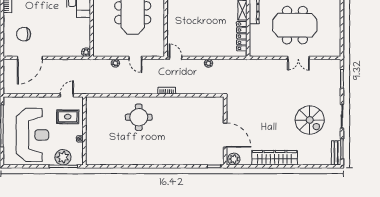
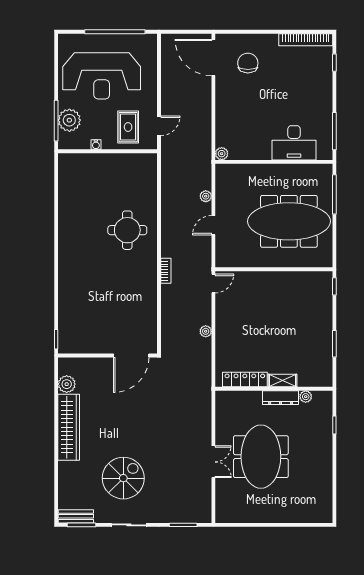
door: (30, 58) -> (213, 58), moved
double door: (298, 58) -> (213, 462), swing flipped
door: (67, 95) -> (159, 126), hinge flipped
spiral stairs: (310, 120) -> (123, 478), turned 180
door: (225, 135) -> (131, 355), moved
plant: (234, 159) -> (67, 384), moved

